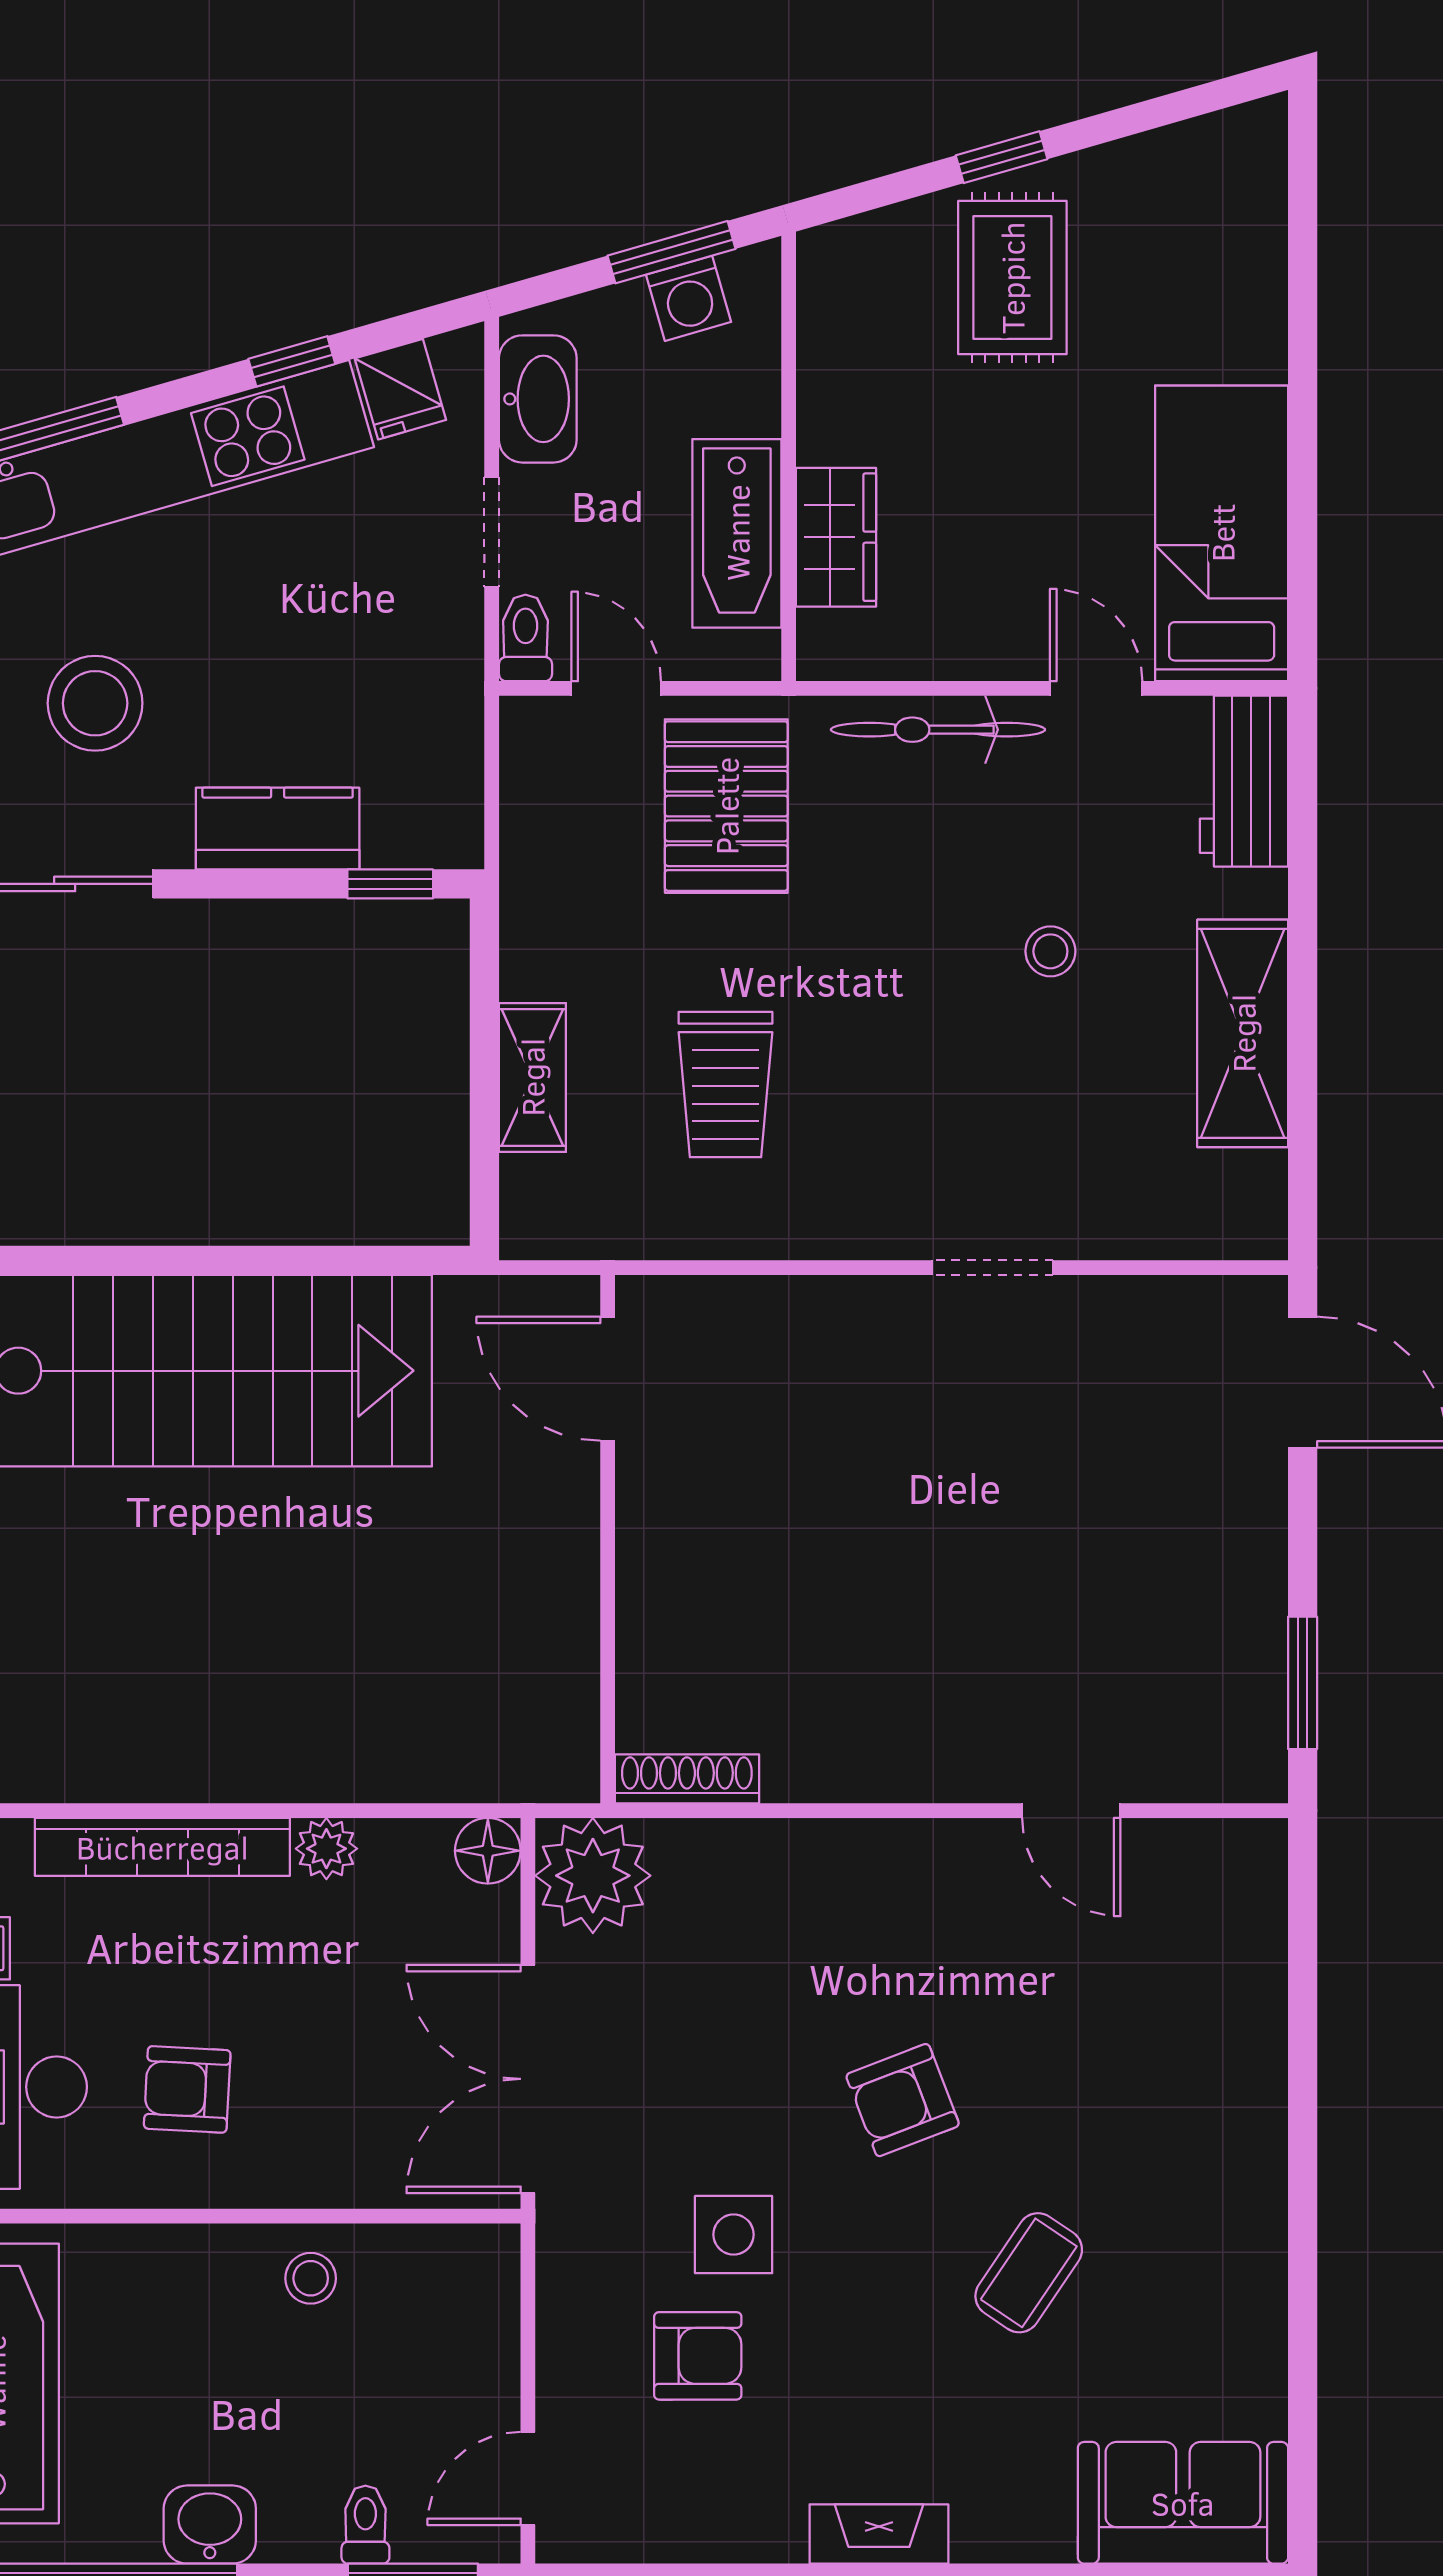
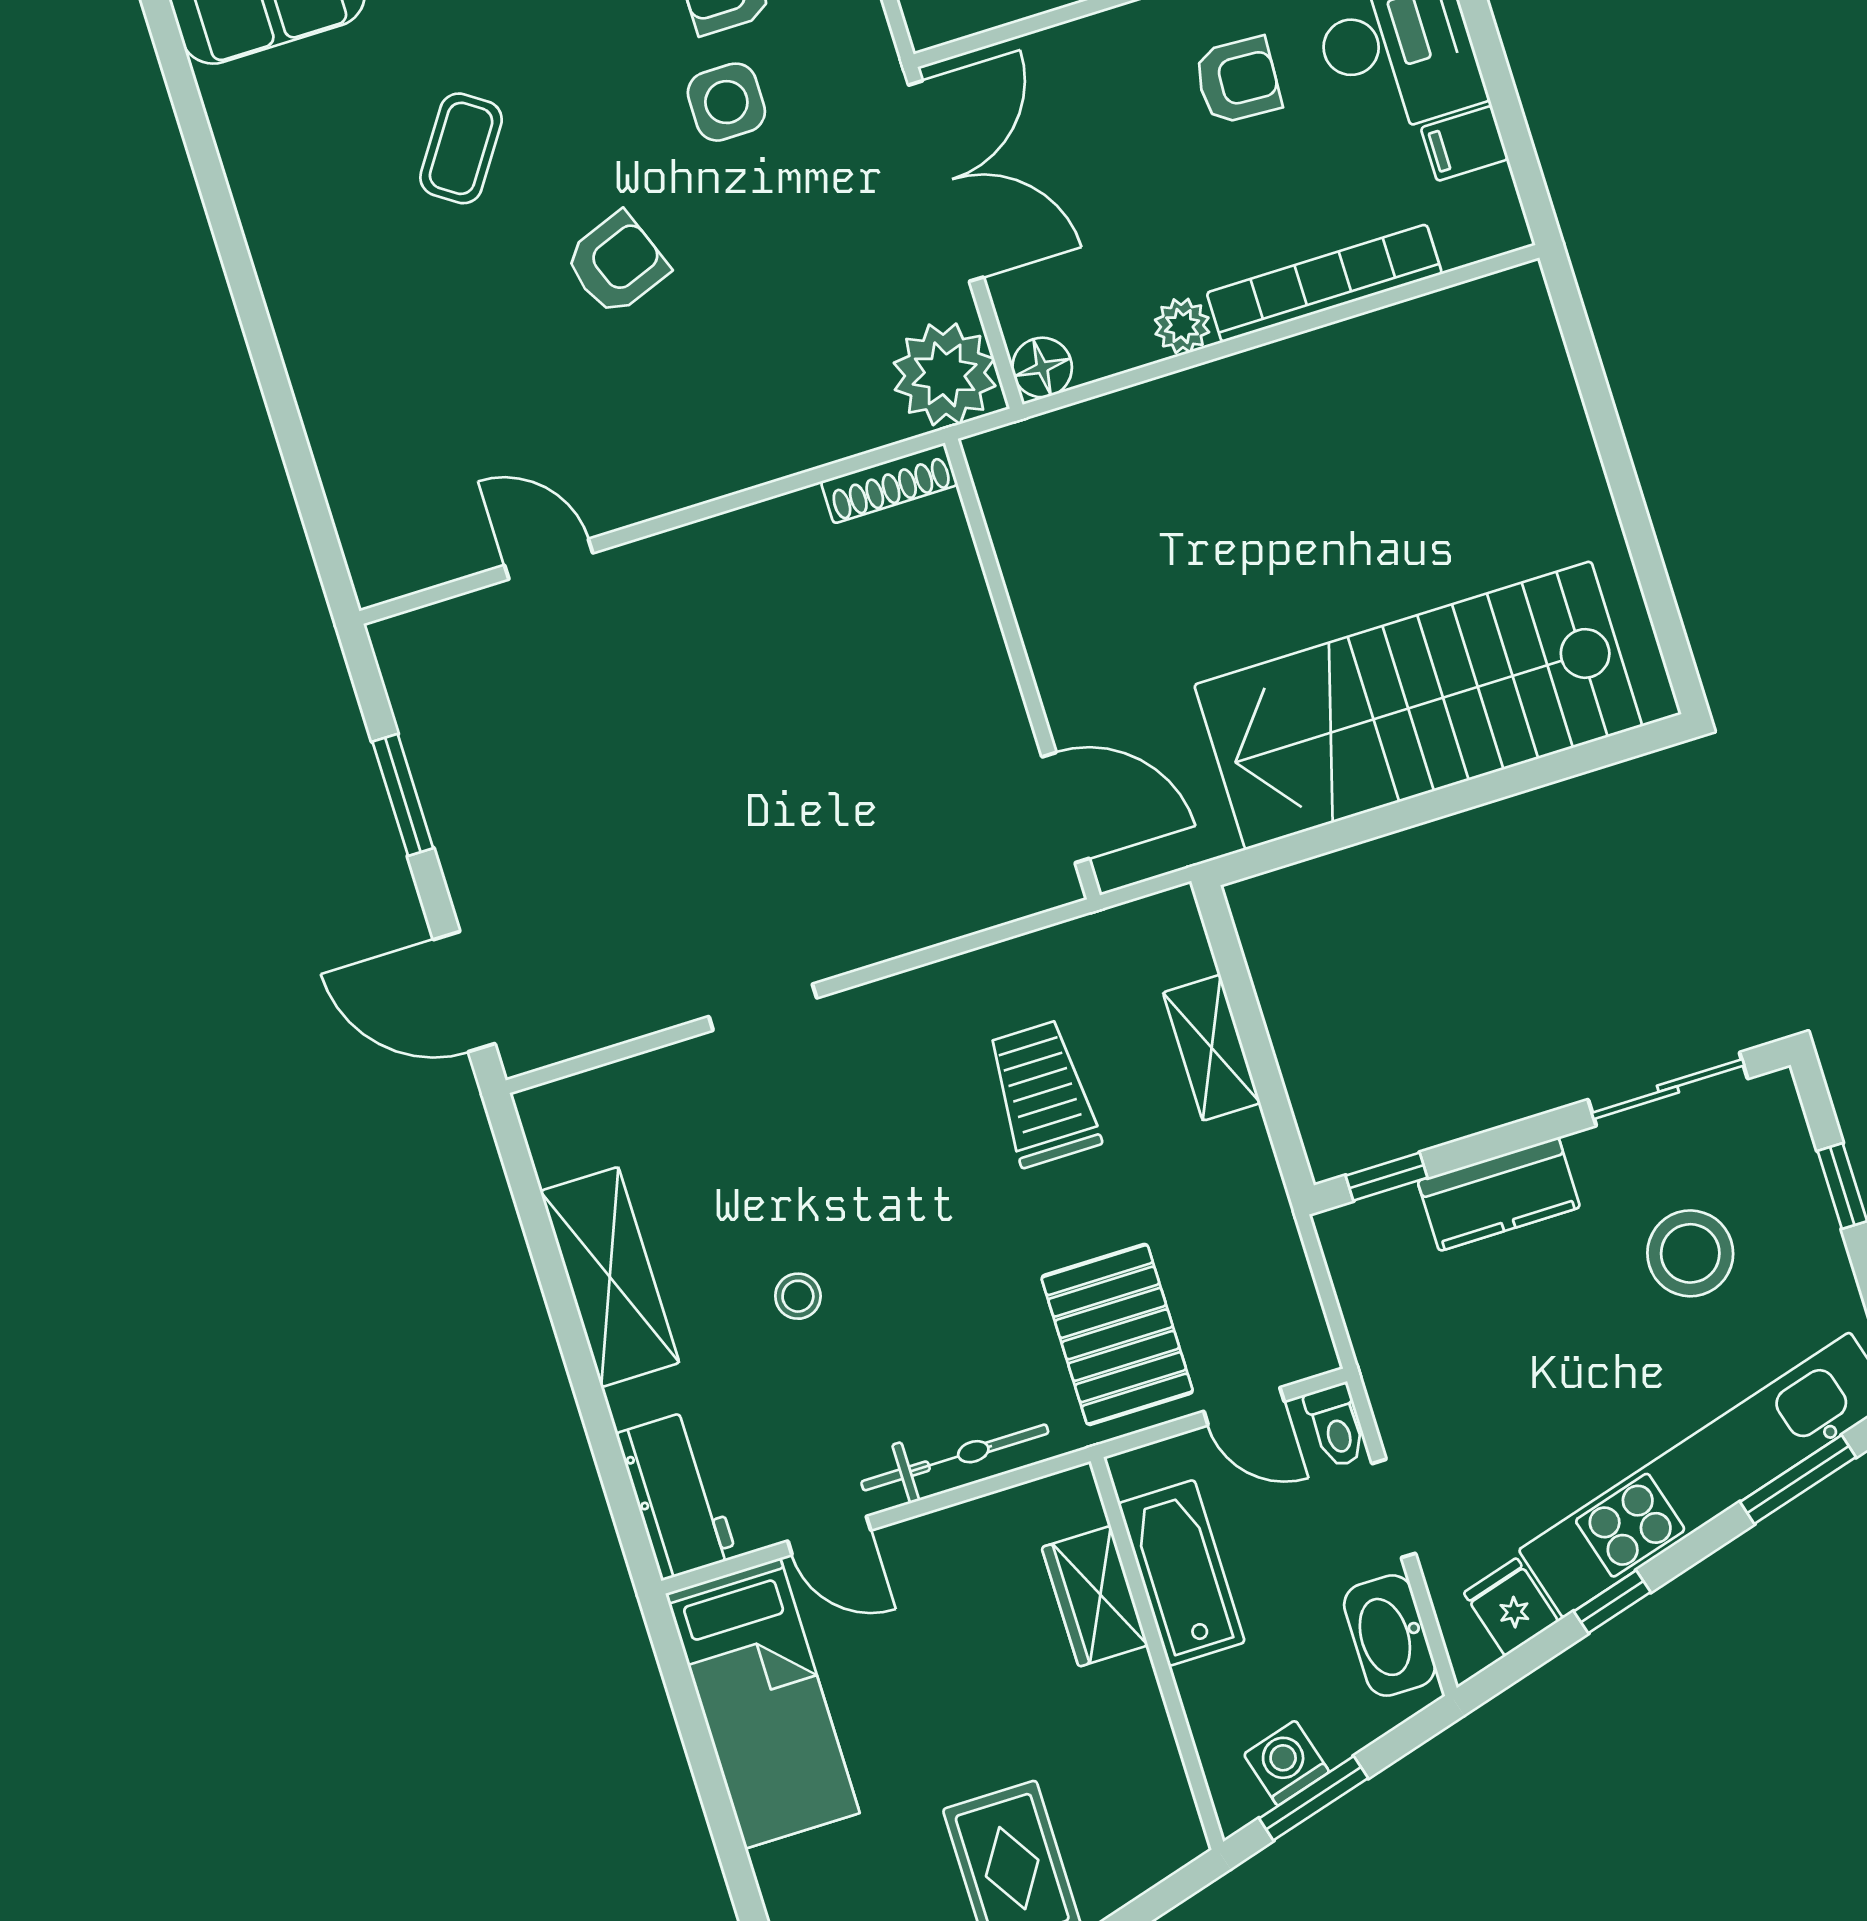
window: (1303, 1683) -> (403, 795), moved

